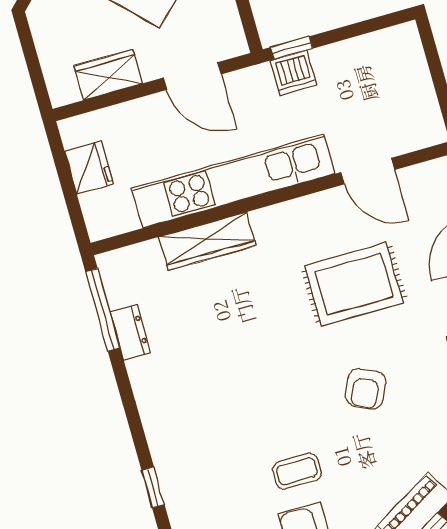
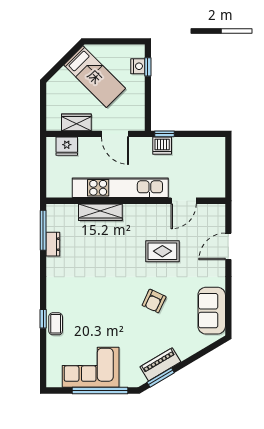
fridge: (89, 168) -> (67, 146), moved, turned 90
door: (368, 171) -> (184, 201), hinge flipped
rug: (354, 284) -> (162, 251), width x0.73, depth x0.70
coffee table: (297, 471) -> (56, 324), moved, turned 90

